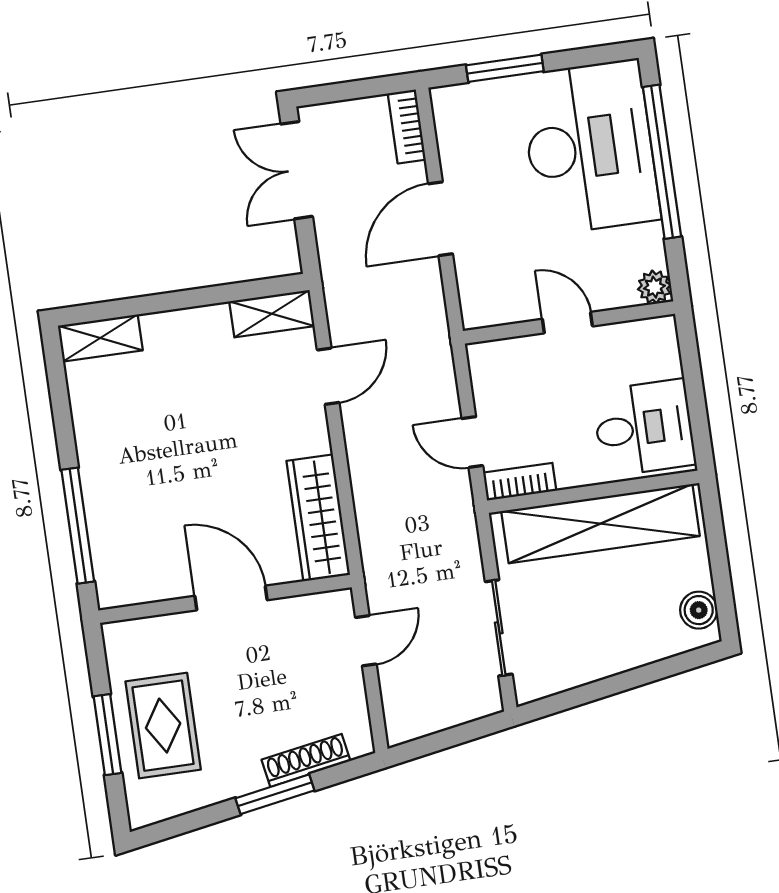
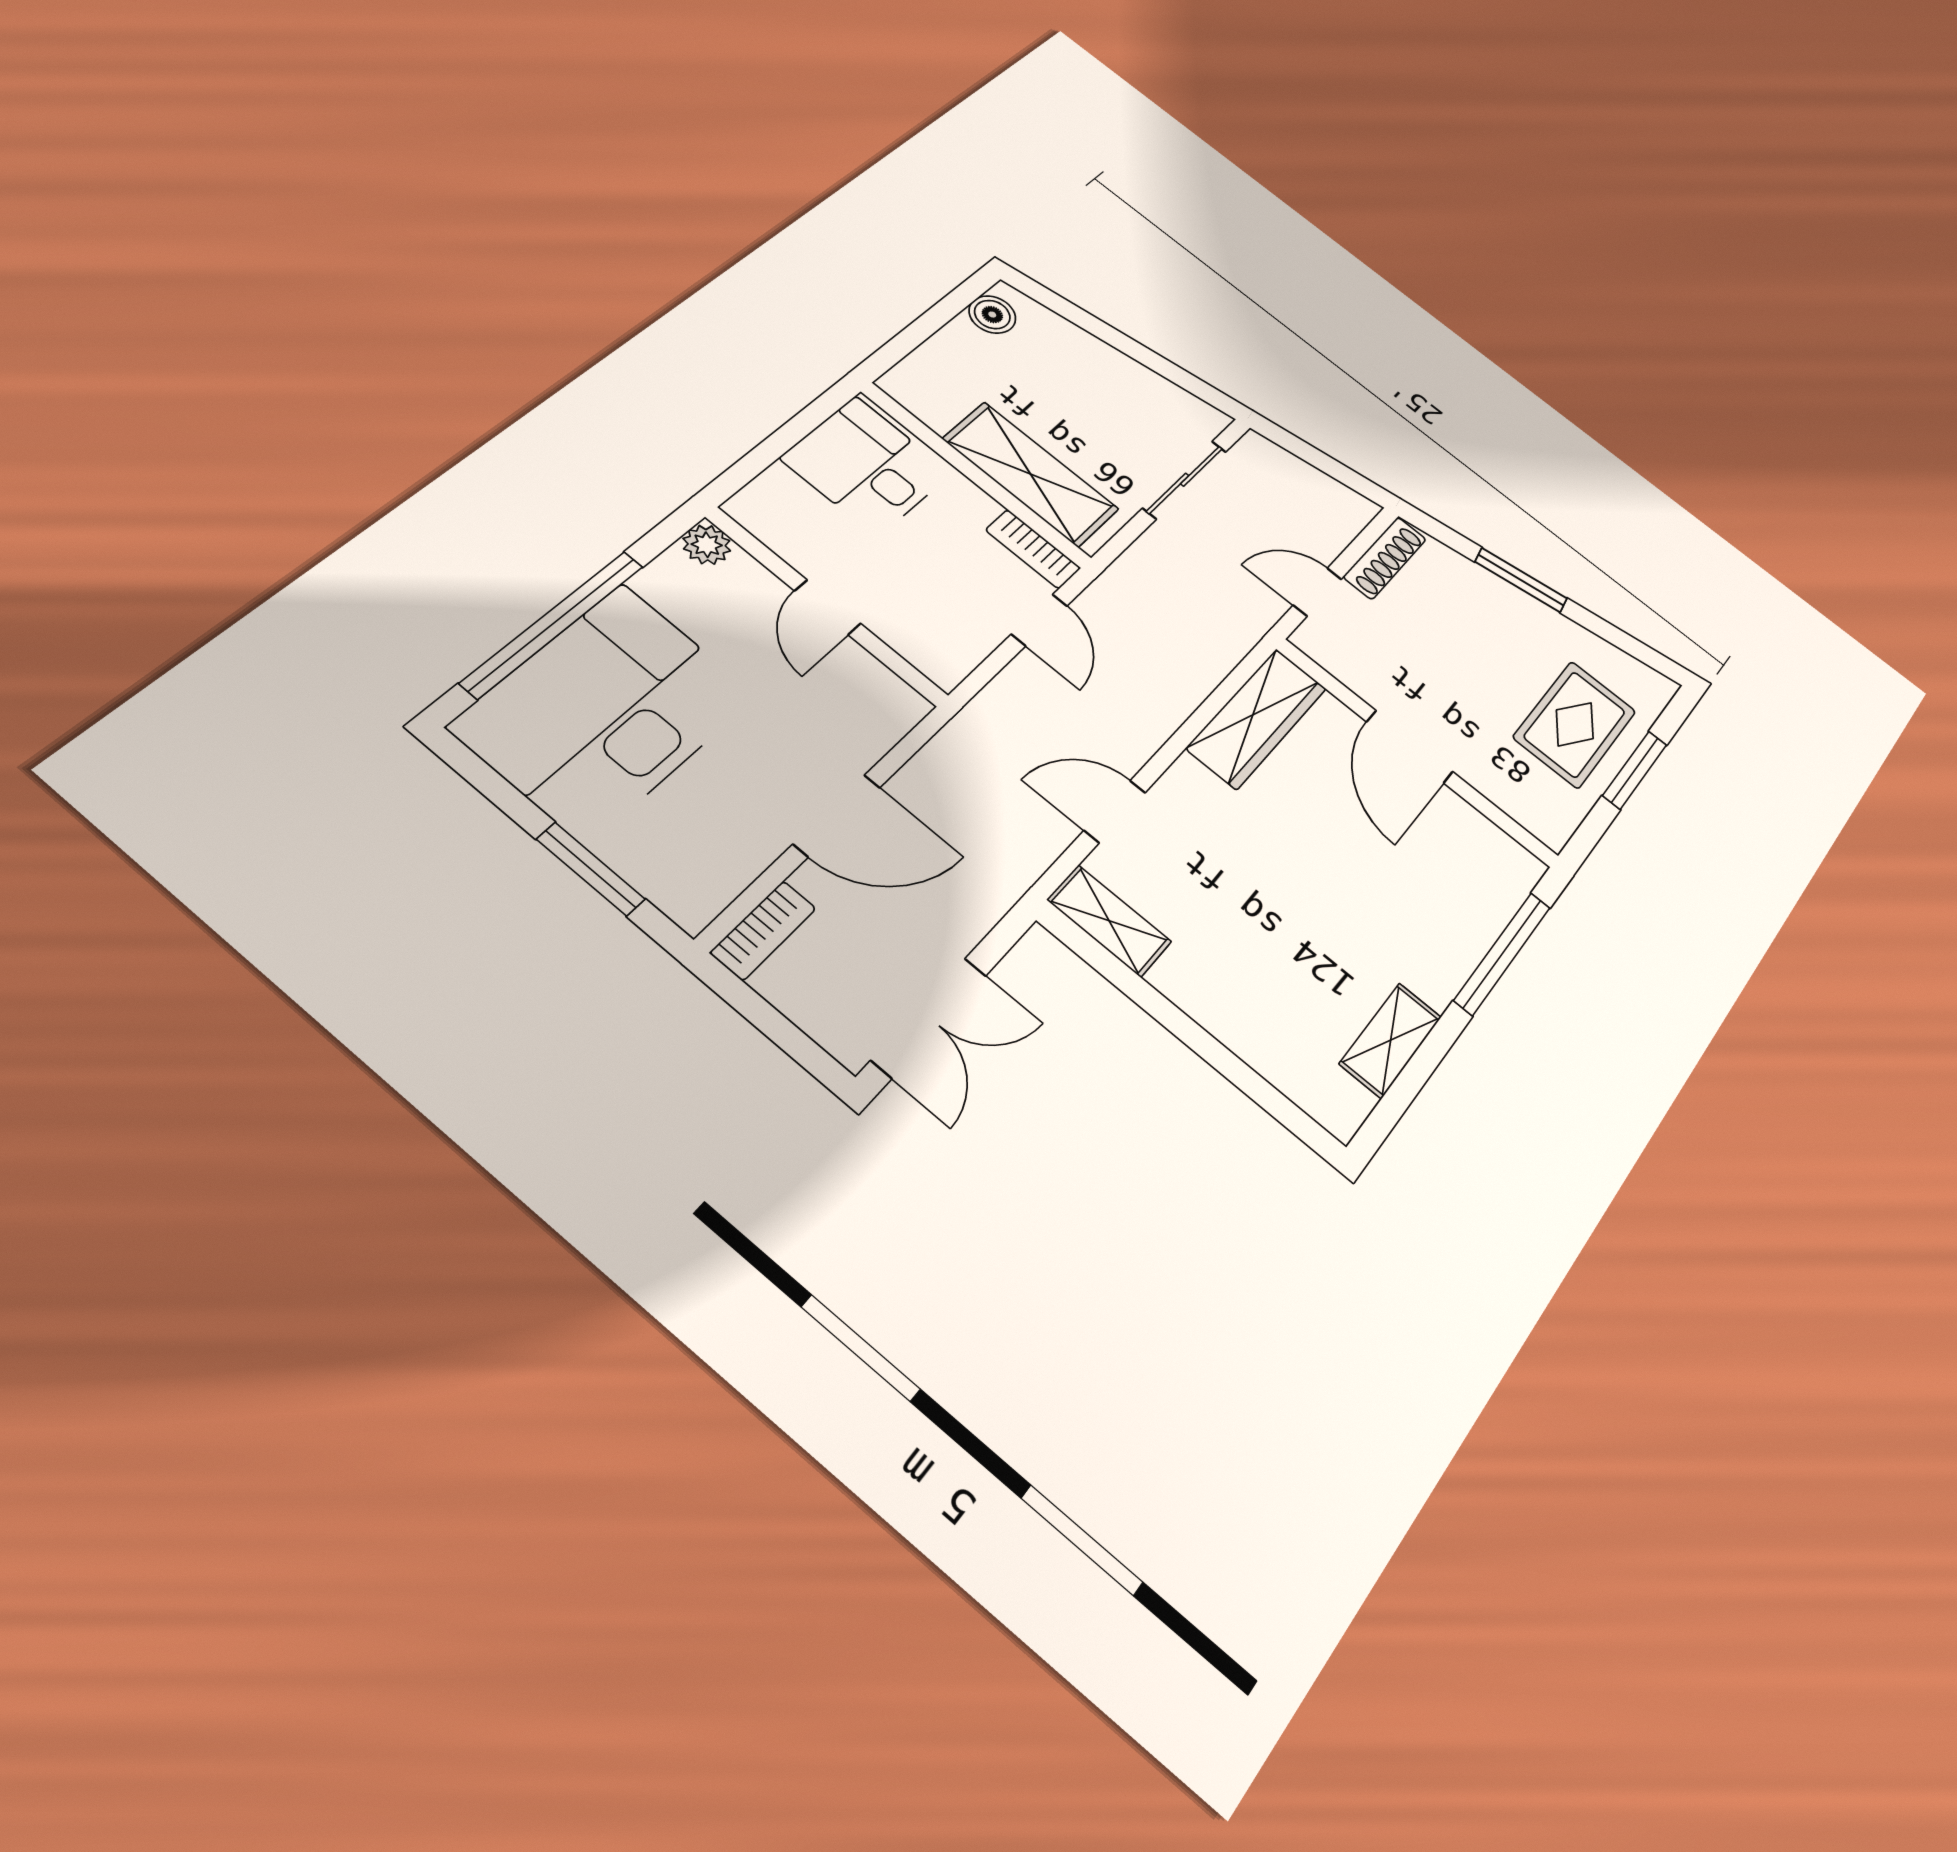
shelving: (100, 338) -> (1391, 1040), moved, turned 90
shelving: (600, 524) -> (1031, 474), width x0.68
shoe rack: (306, 760) -> (1385, 558), moved, turned -80

